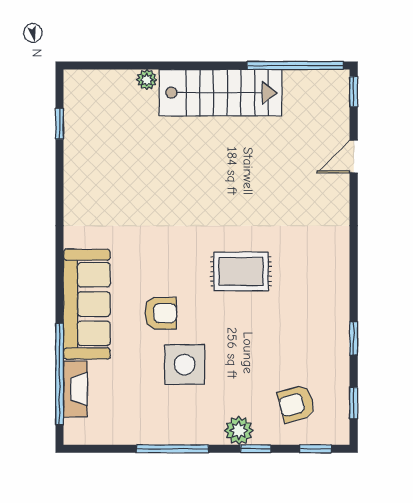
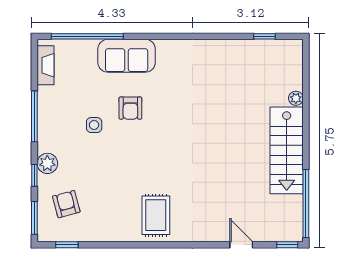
rug: (241, 271) -> (156, 215), moved
sofa: (87, 304) -> (127, 56), width x0.73
window: (354, 338) -> (113, 245), removed
side table: (185, 365) -> (94, 125), width x0.54, depth x0.54
fireplace: (75, 389) -> (46, 65), moved, turned -90
window: (316, 449) -> (34, 218), width x1.50

